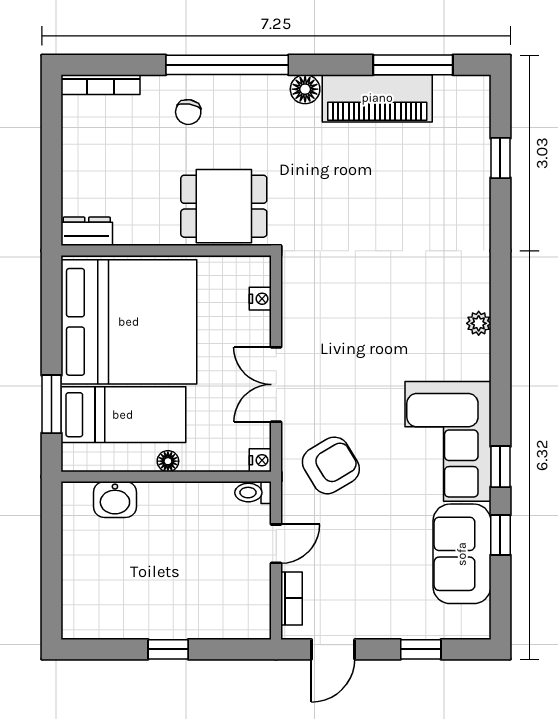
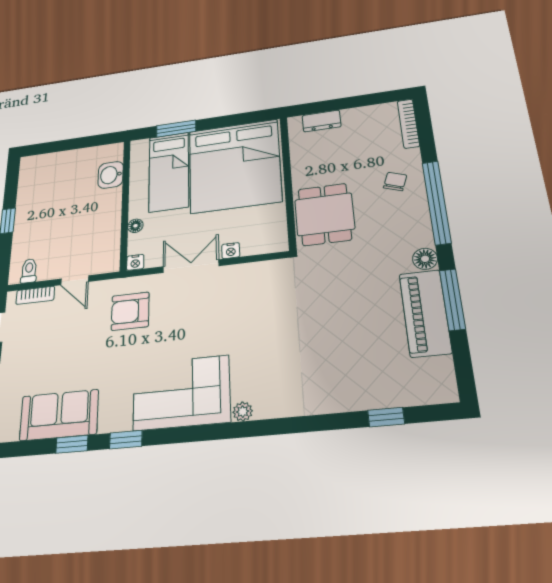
window: (413, 65) -> (452, 299), moved
chair: (188, 112) -> (395, 181), turned 101
dresser: (87, 231) -> (322, 121), moved, turned 90
nightstand: (260, 299) -> (231, 251), moved
corner sofa: (448, 441) -> (181, 393), moved
floor lamp: (168, 461) -> (135, 226), moved
armchair: (331, 465) -> (130, 311), turned 121
toilet: (253, 493) -> (29, 271), moved

